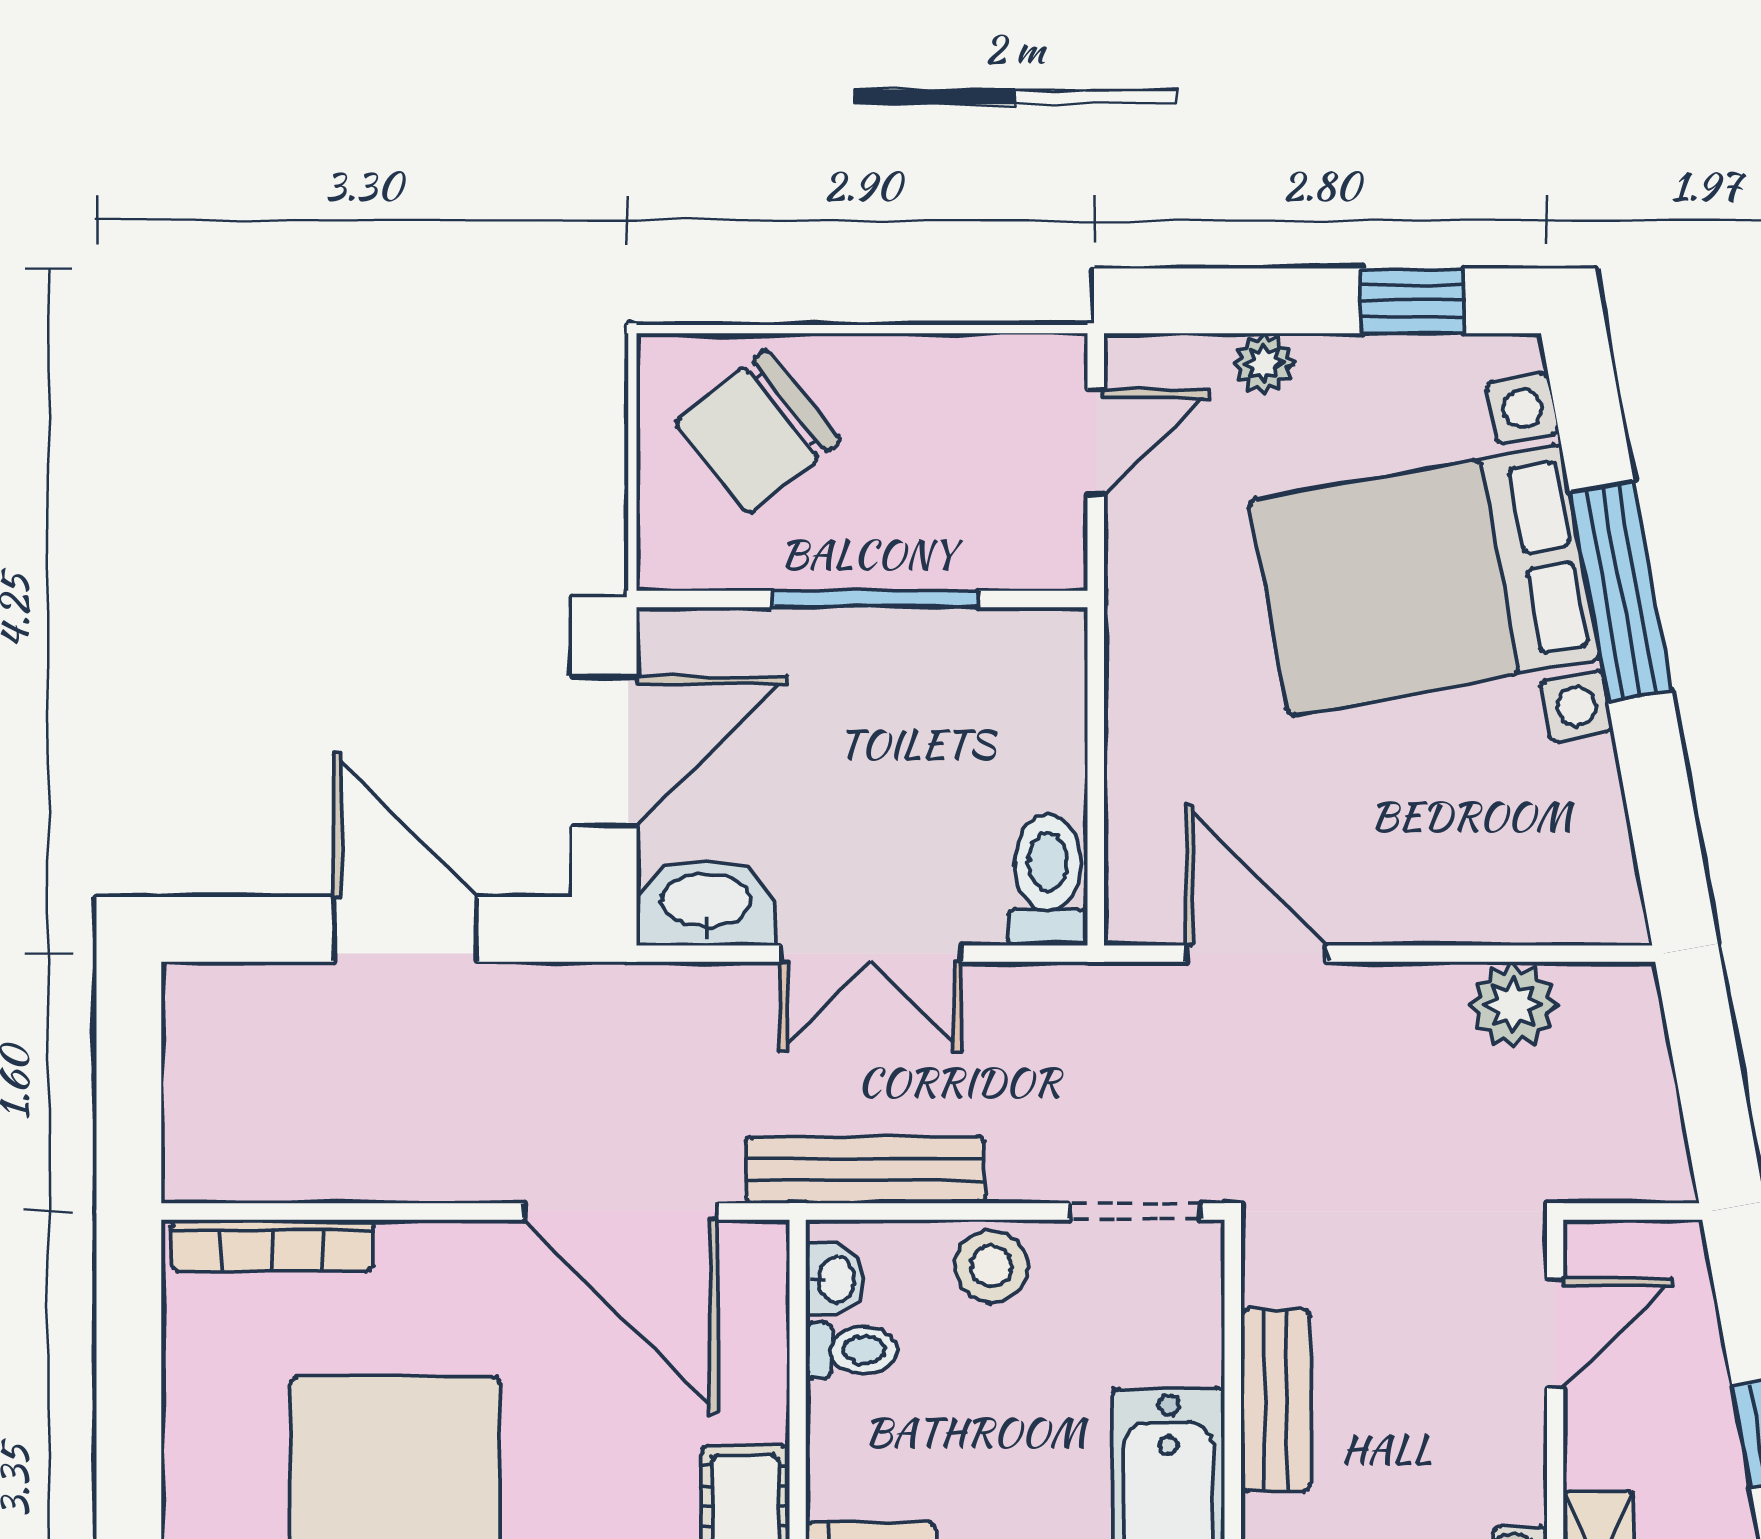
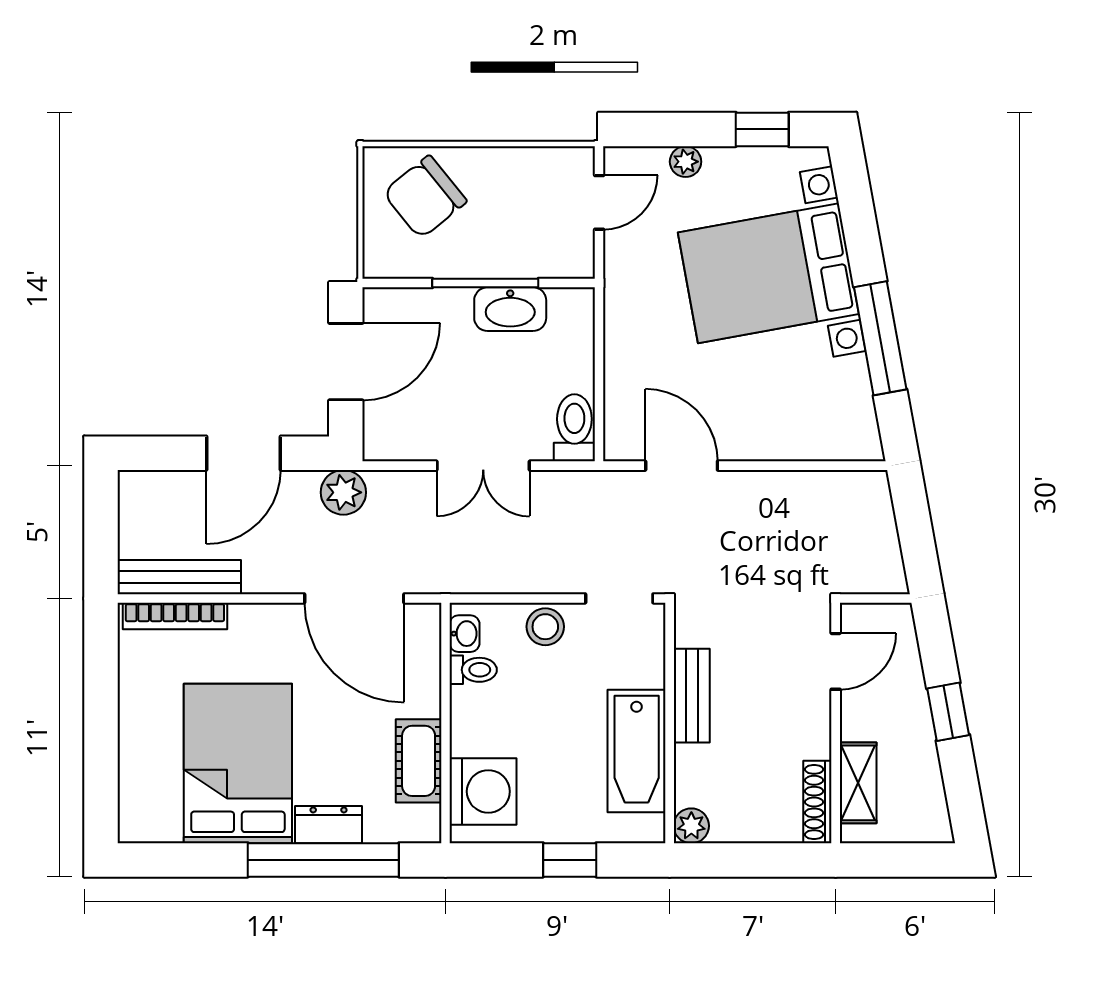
window: (1621, 592) -> (880, 338), moved
washbasin: (706, 903) -> (510, 309), moved, turned 180
door: (405, 929) -> (243, 453), swing flipped
plant: (1513, 1005) -> (343, 492), moved
bench: (865, 1170) -> (179, 577), moved

